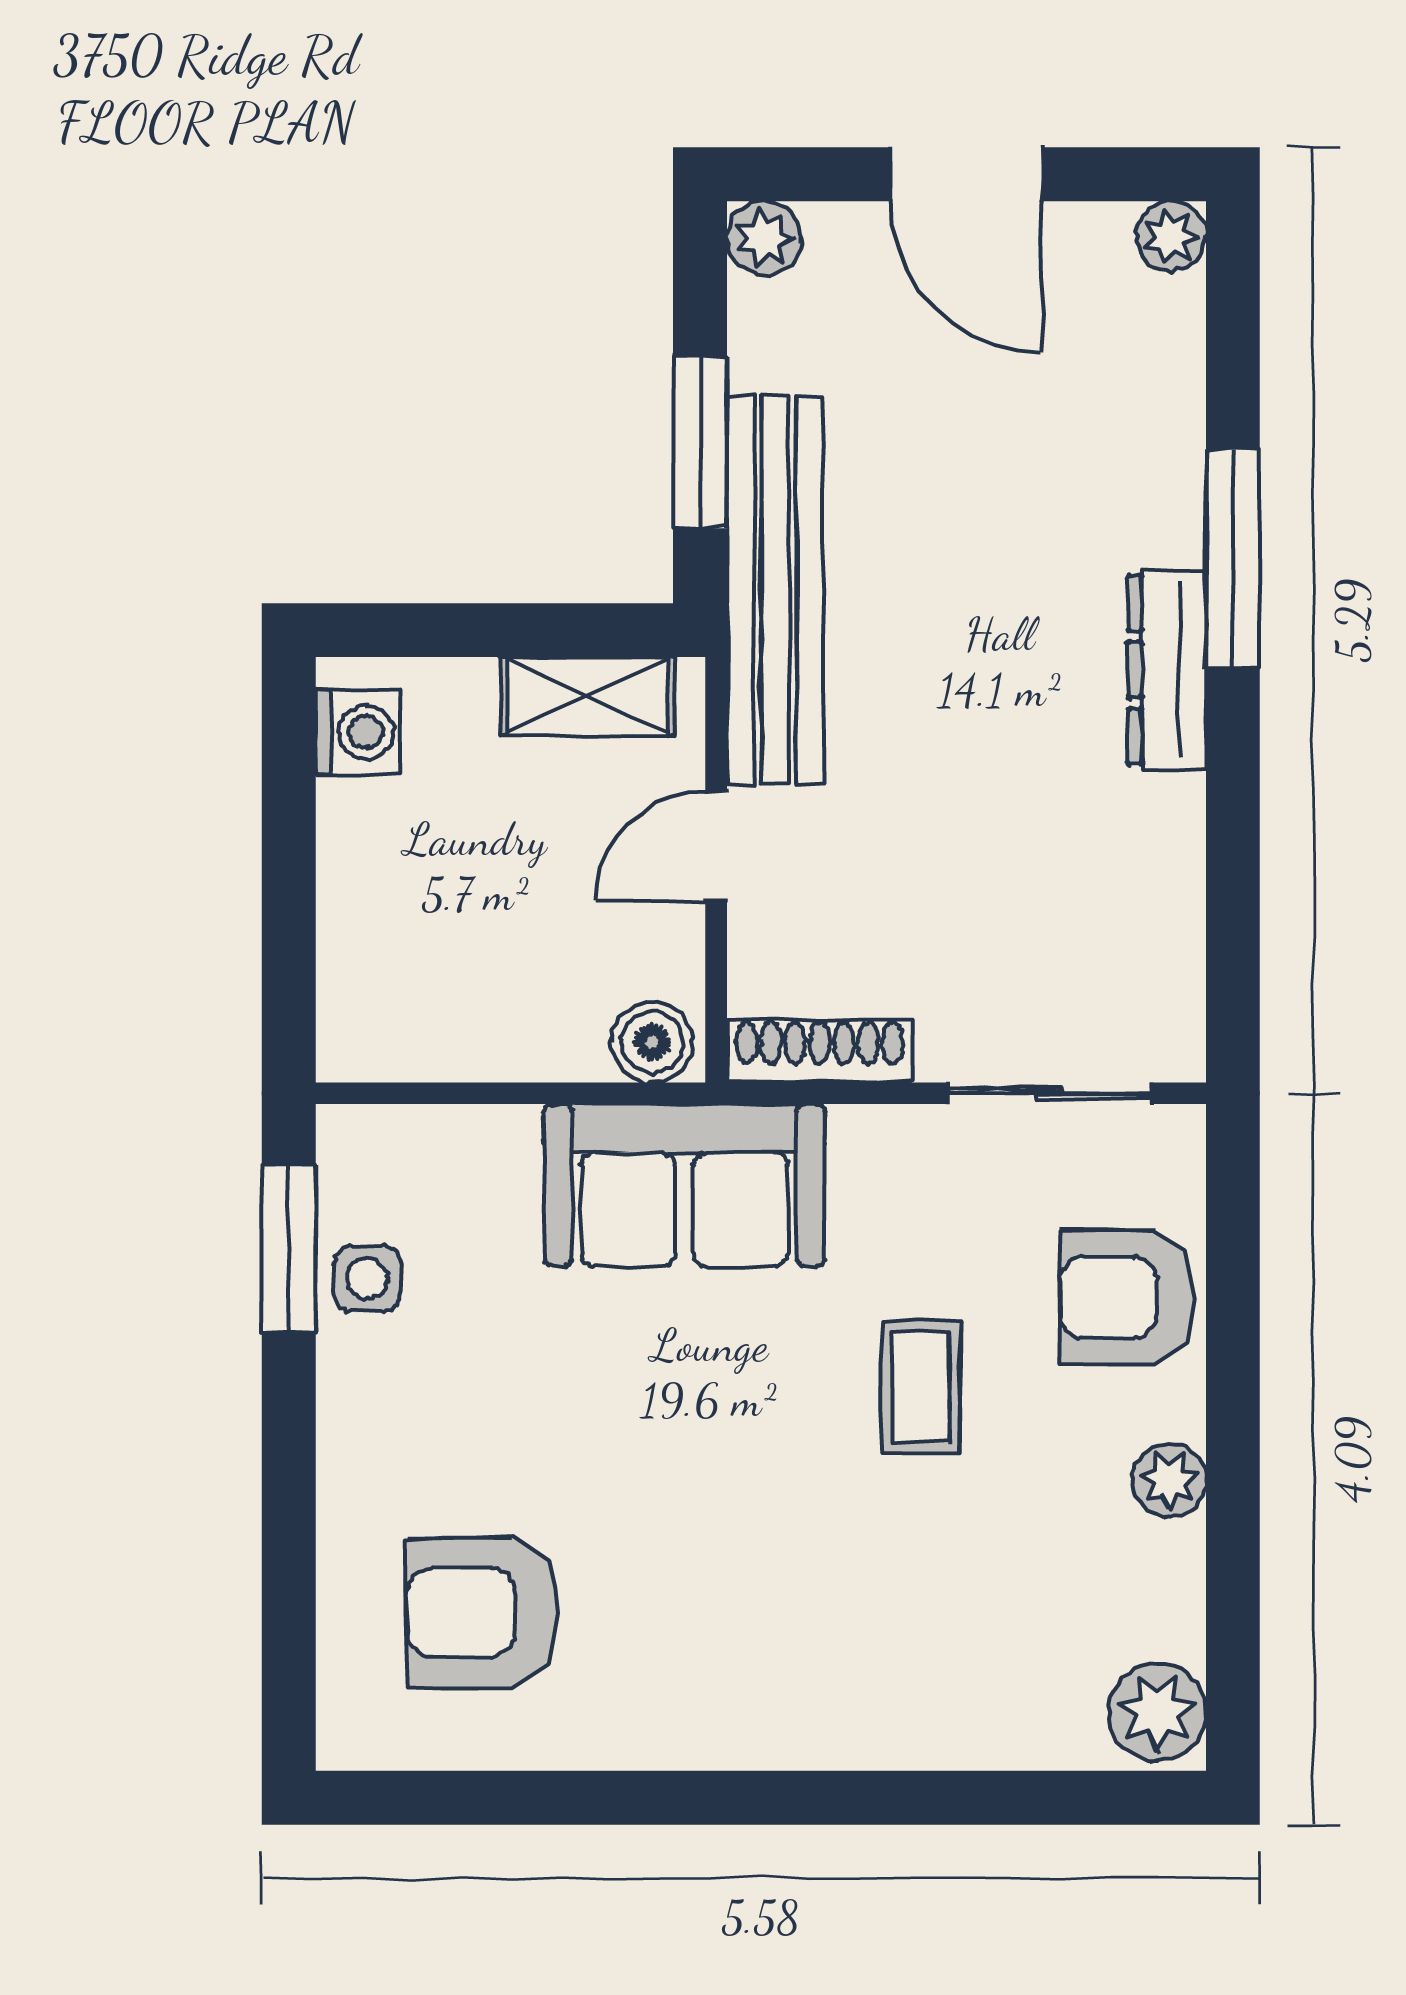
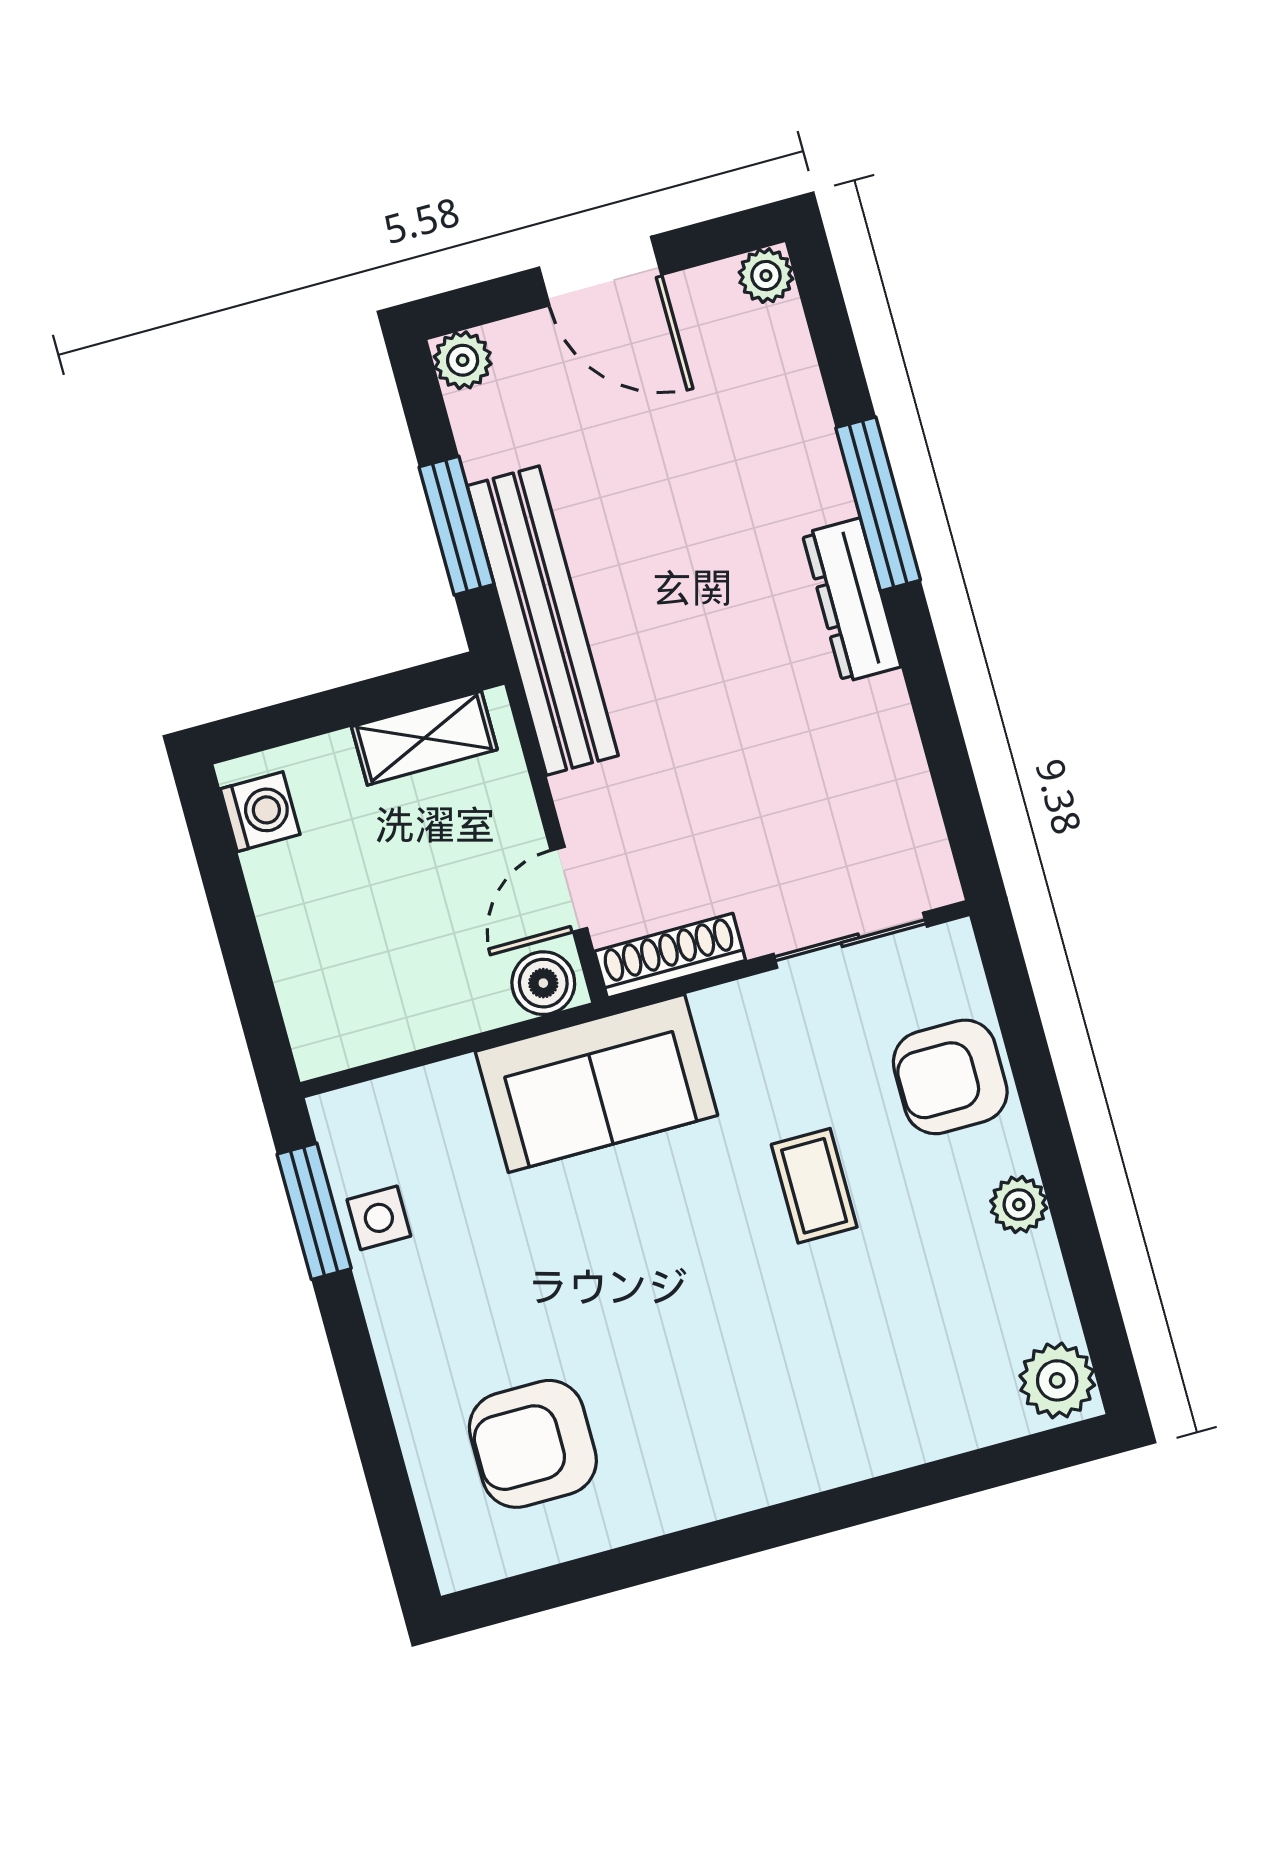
door: (716, 846) -> (569, 889), moved

